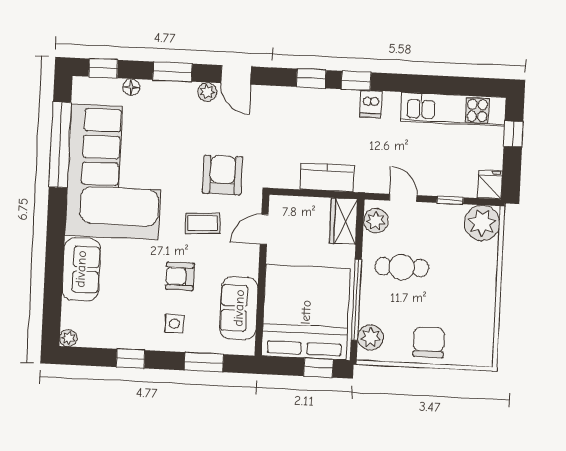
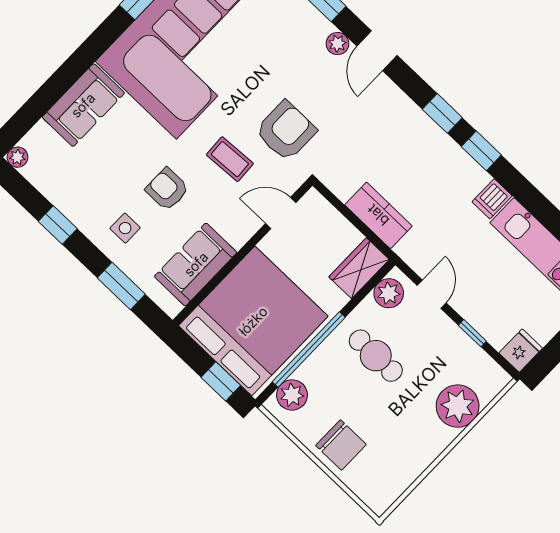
dishwasher: (371, 104) -> (492, 199), moved
plant: (482, 223) -> (458, 406), moved
chair: (429, 342) -> (341, 445), turned 90

